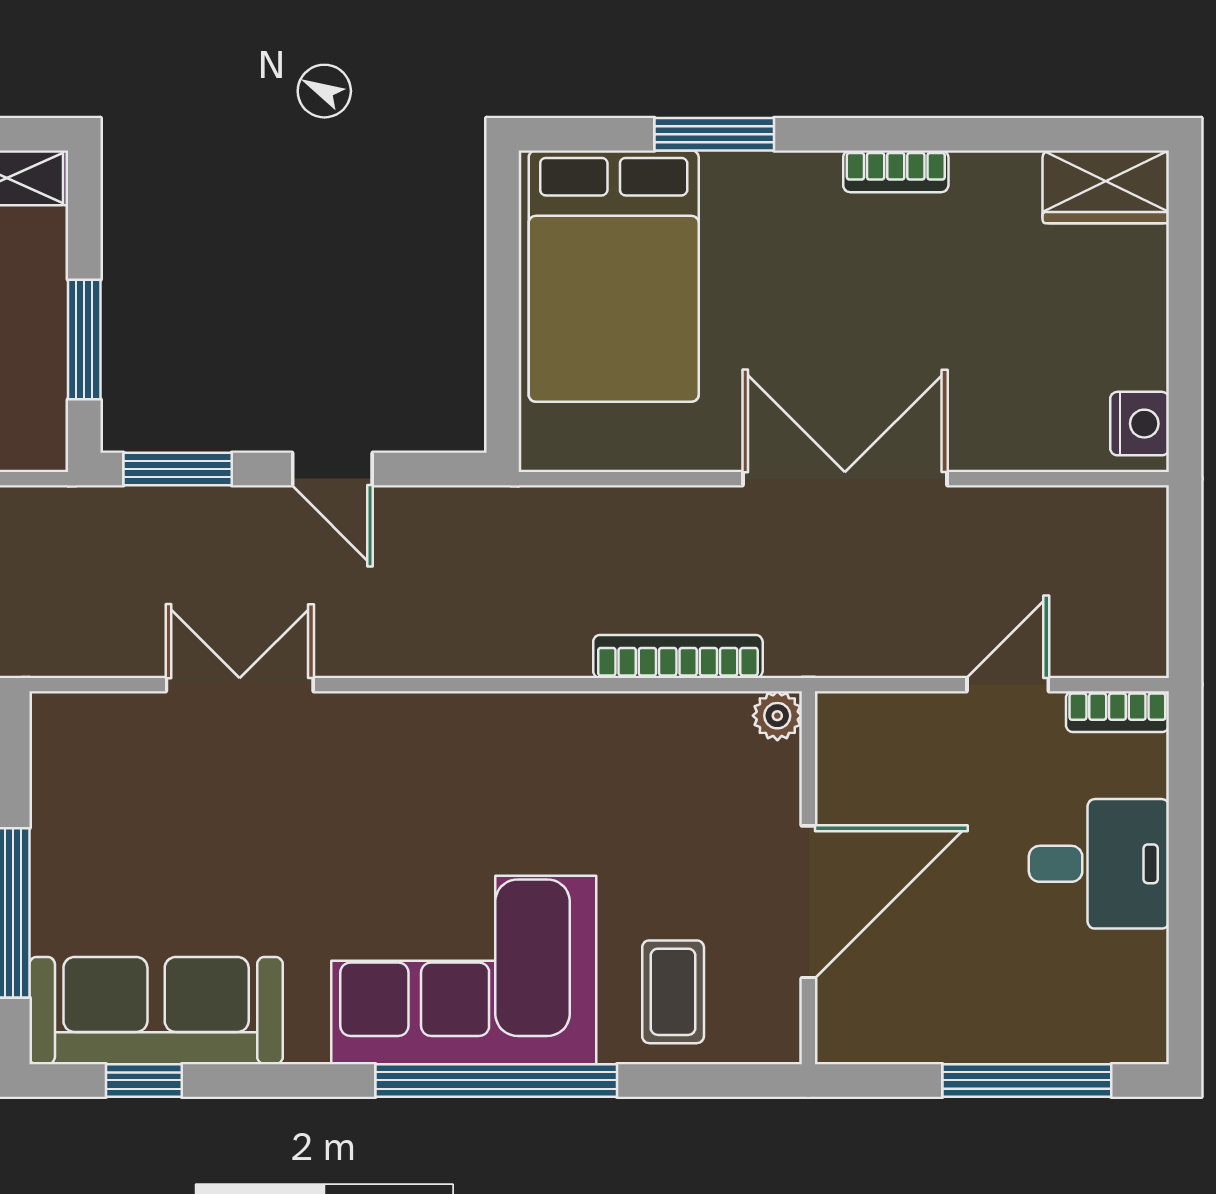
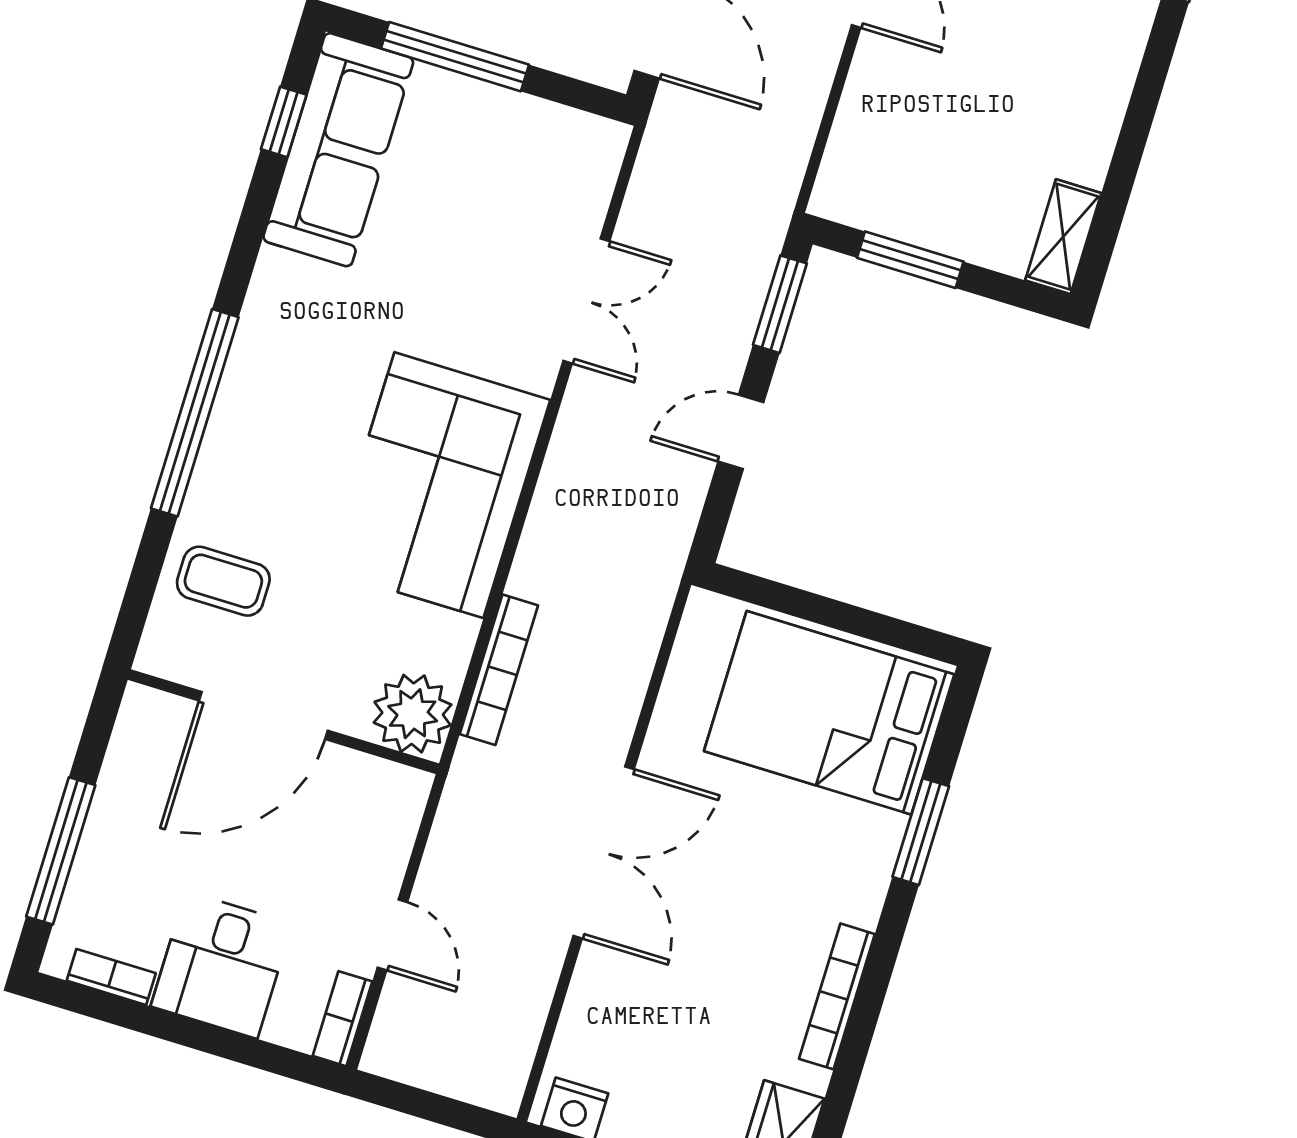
bookcase: (896, 171) -> (837, 996), width x1.56
plant: (777, 716) -> (413, 714), width x1.88, depth x1.88
door: (808, 902) -> (263, 716), hinge flipped
corner sofa: (464, 970) -> (439, 485), moved, turned 180
bookcase: (1150, 982) -> (111, 977), added

